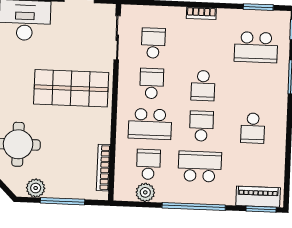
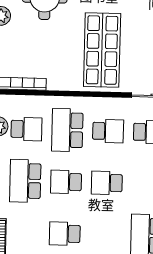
school desk: (201, 126) -> (66, 182), turned 180
school desk: (200, 166) -> (25, 181), turned 180

